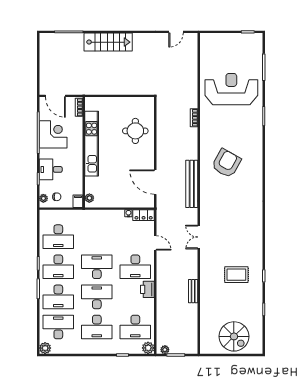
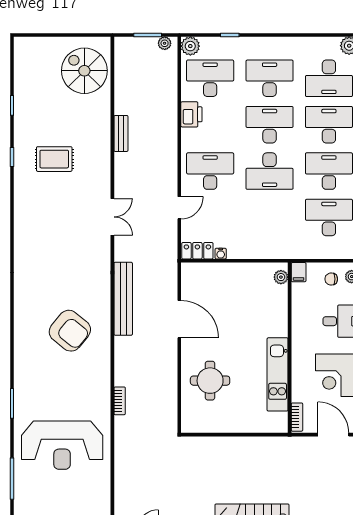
kitchen unit: (92, 144) -> (278, 374), width x0.73
armchair: (226, 163) -> (70, 331), turned -80
door: (155, 182) -> (179, 319), moved
door: (155, 243) -> (179, 208), swing flipped
printer: (147, 289) -> (191, 114), moved
desk: (97, 297) -> (270, 125), turned 180
spiral stairs: (234, 336) -> (84, 71), moved

